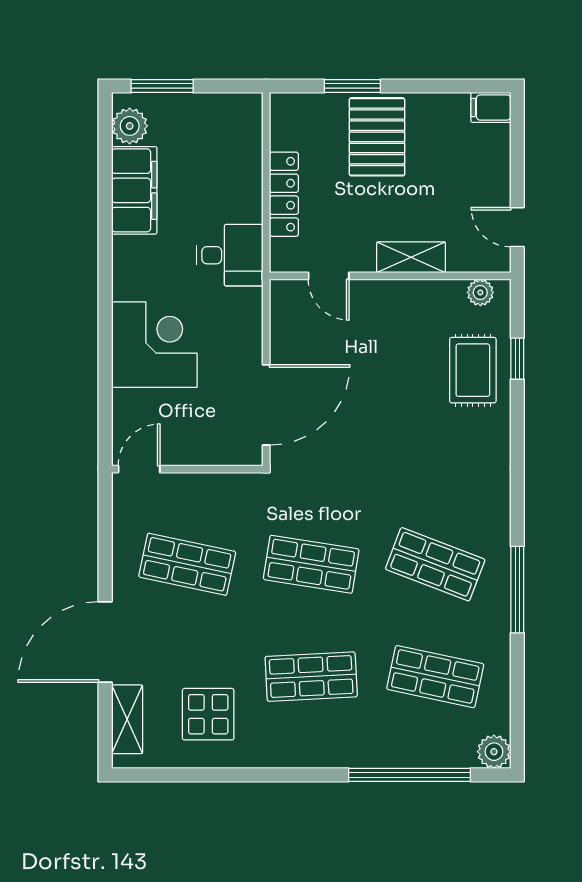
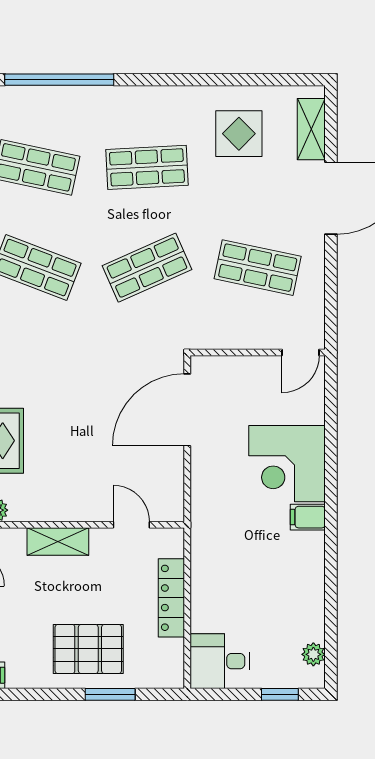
window: (162, 86) -> (280, 694), width x0.67
plant: (130, 126) -> (313, 654), width x0.73, depth x0.73
pallet: (377, 137) -> (88, 649), turned 90
filing cabinet: (134, 190) -> (308, 517), moved, width x0.33, depth x0.86
desk: (230, 255) -> (220, 661), moved
shop shelf: (311, 564) -> (147, 268), turned -33

